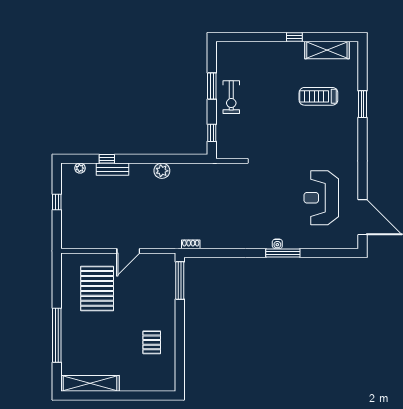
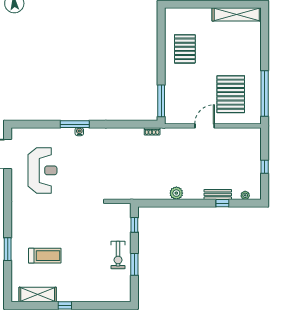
exercise bike: (231, 97) -> (118, 255), turned 180
window: (57, 335) -> (265, 93), moved
pallet: (152, 342) -> (185, 49), width x1.50, depth x1.42

